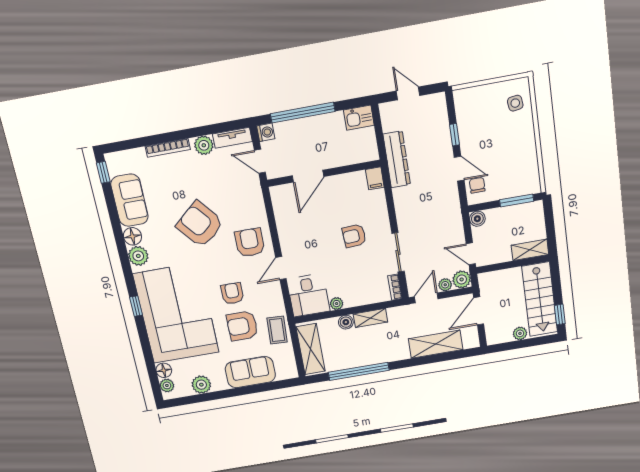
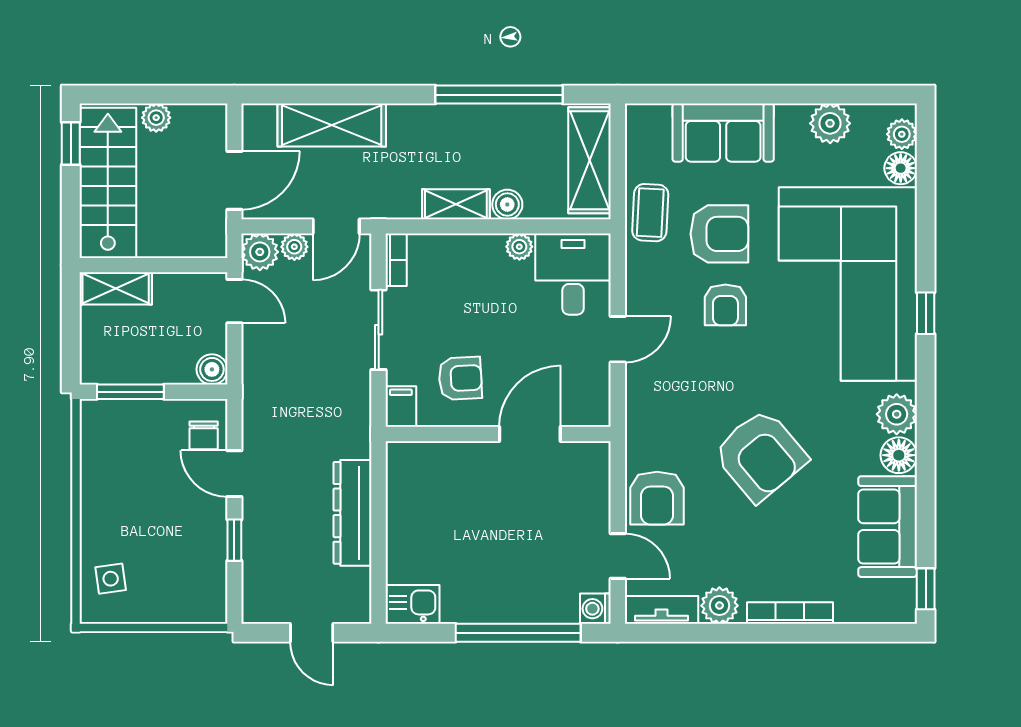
wall: (324, 173) -> (498, 434), moved
door: (308, 176) -> (530, 434), moved
filing cabinet: (375, 178) -> (401, 407), moved
armchair: (250, 242) -> (657, 498), moved

